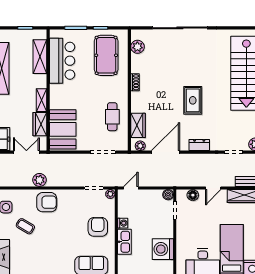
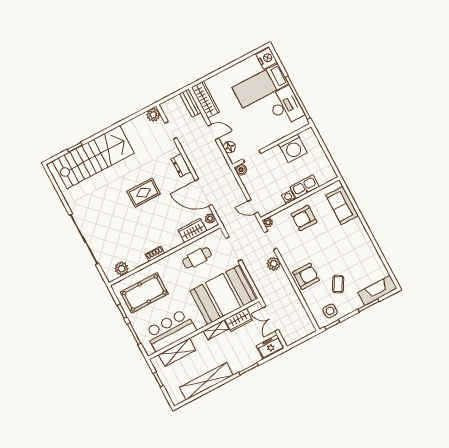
booth: (63, 129) -> (223, 295), width x1.36, depth x1.42
plant: (39, 180) -> (274, 264), moved
armchair: (47, 202) -> (306, 276), turned 90

